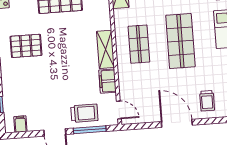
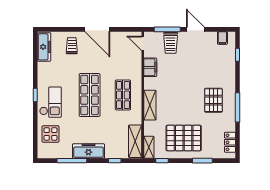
pallet: (26, 46) -> (213, 100), turned 90
shelving: (106, 49) -> (150, 105), moved
trolley: (84, 113) -> (171, 43), turned -90

